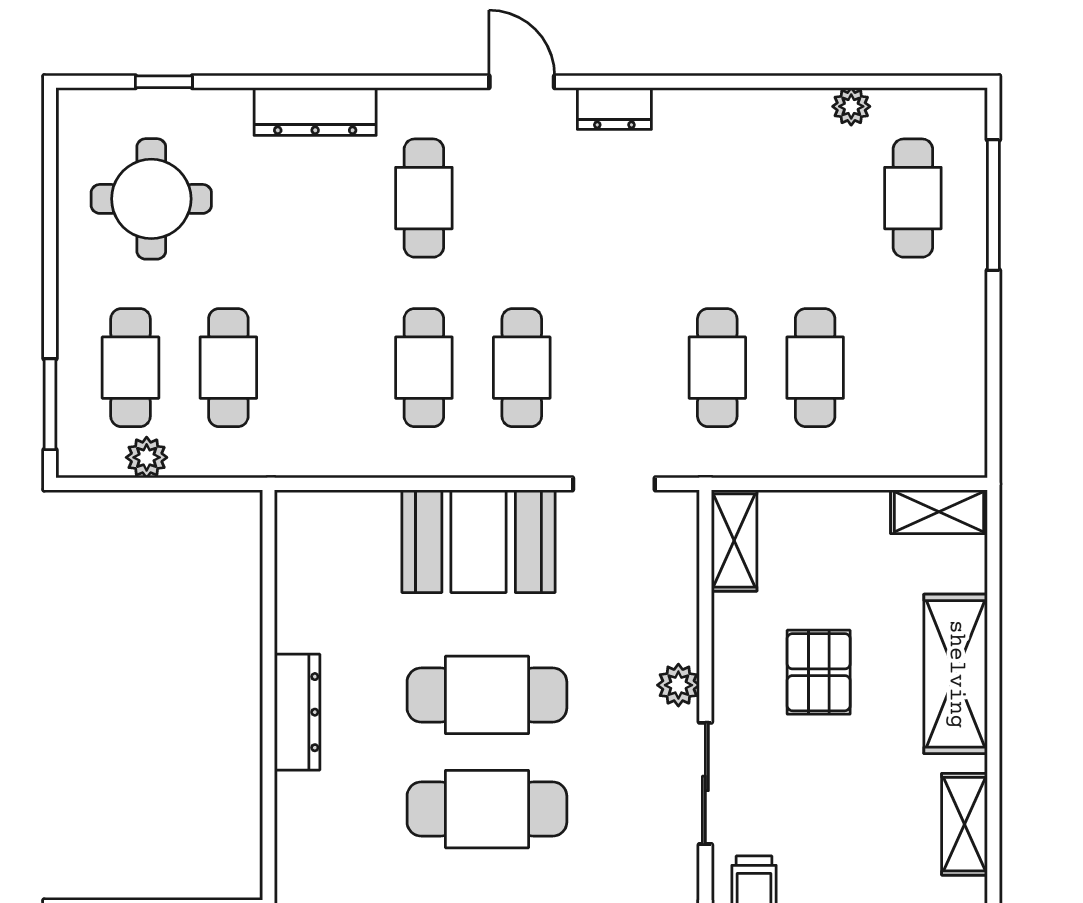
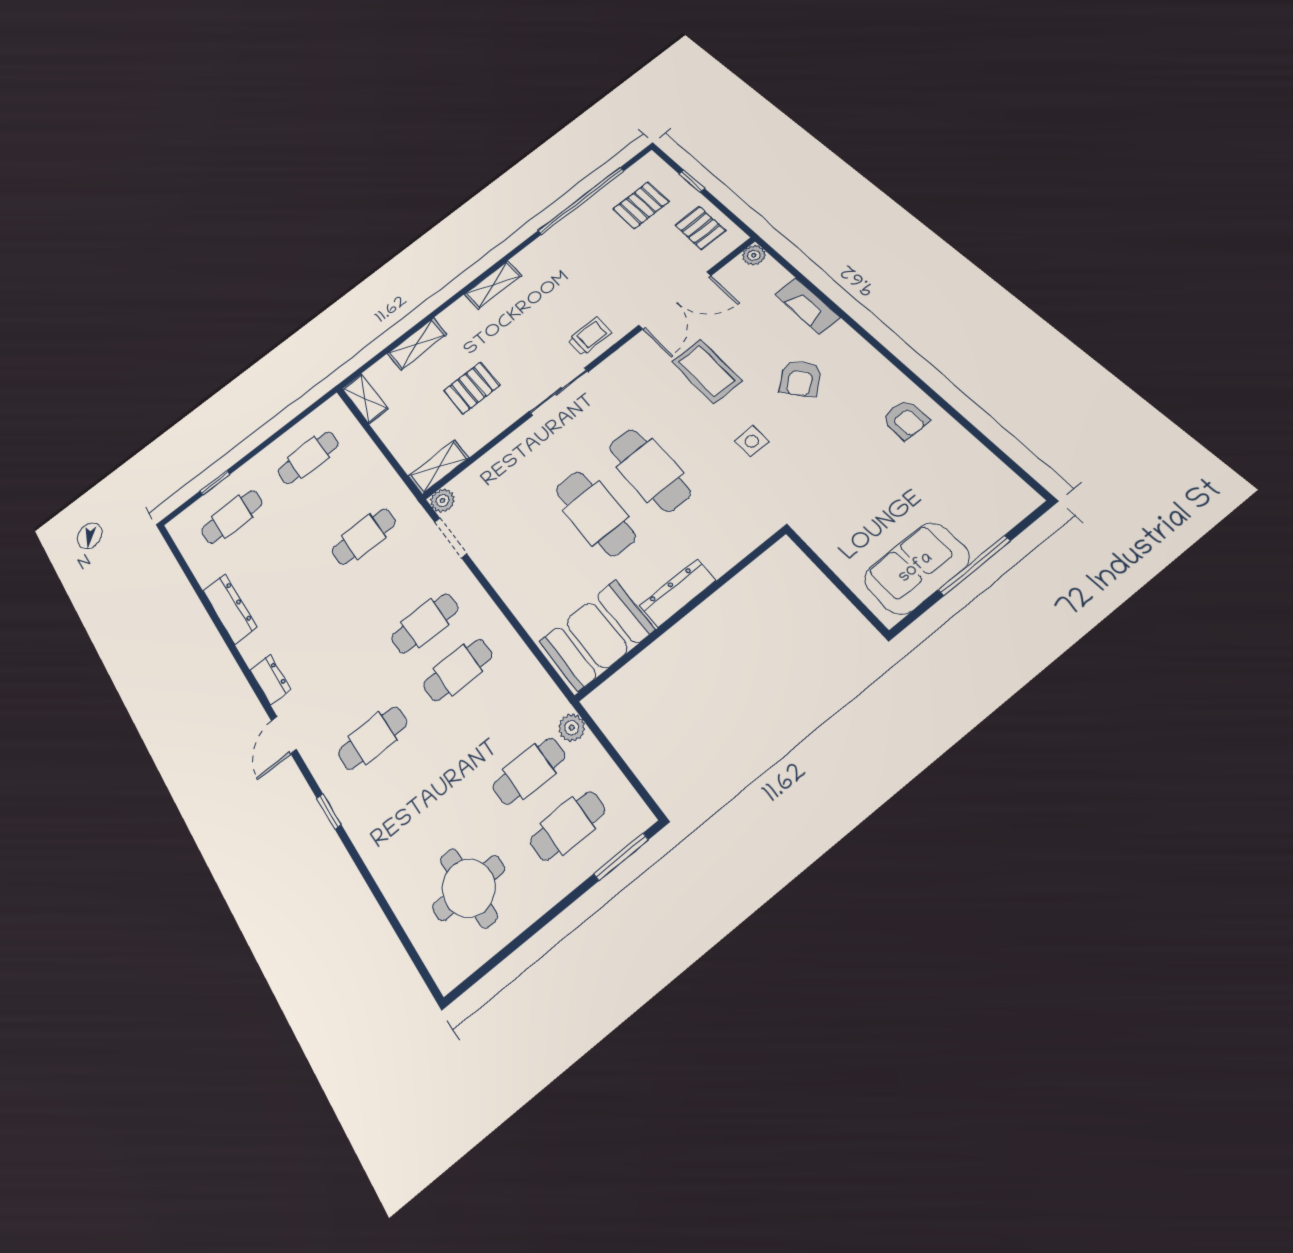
window: (164, 82) -> (329, 811), moved
plant: (851, 106) -> (206, 574), removed
dresser: (315, 112) -> (230, 609), moved
window: (993, 205) -> (215, 483), width x0.46
cafe table: (815, 368) -> (308, 458), moved
plant: (147, 457) -> (572, 728), moved
booth: (479, 541) -> (597, 635), moved, turned 90
shelving: (956, 674) -> (417, 344), width x0.67, depth x0.75
plant: (678, 685) -> (442, 500), moved

